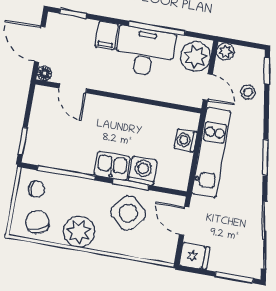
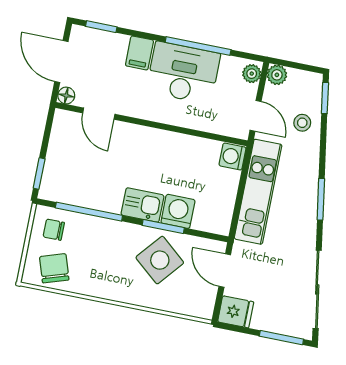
plant: (196, 57) -> (252, 74), width x0.53, depth x0.53
washing machine: (186, 140) -> (233, 156), moved
chair: (36, 189) -> (54, 230), turned 180
plant: (79, 232) -> (102, 280), removed

